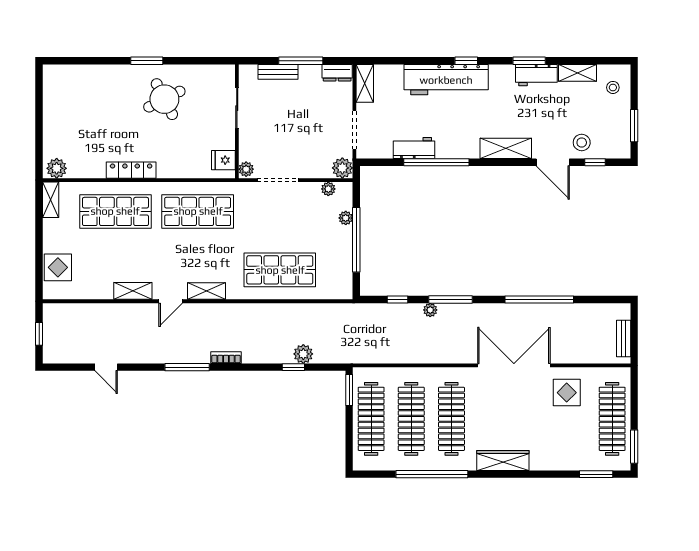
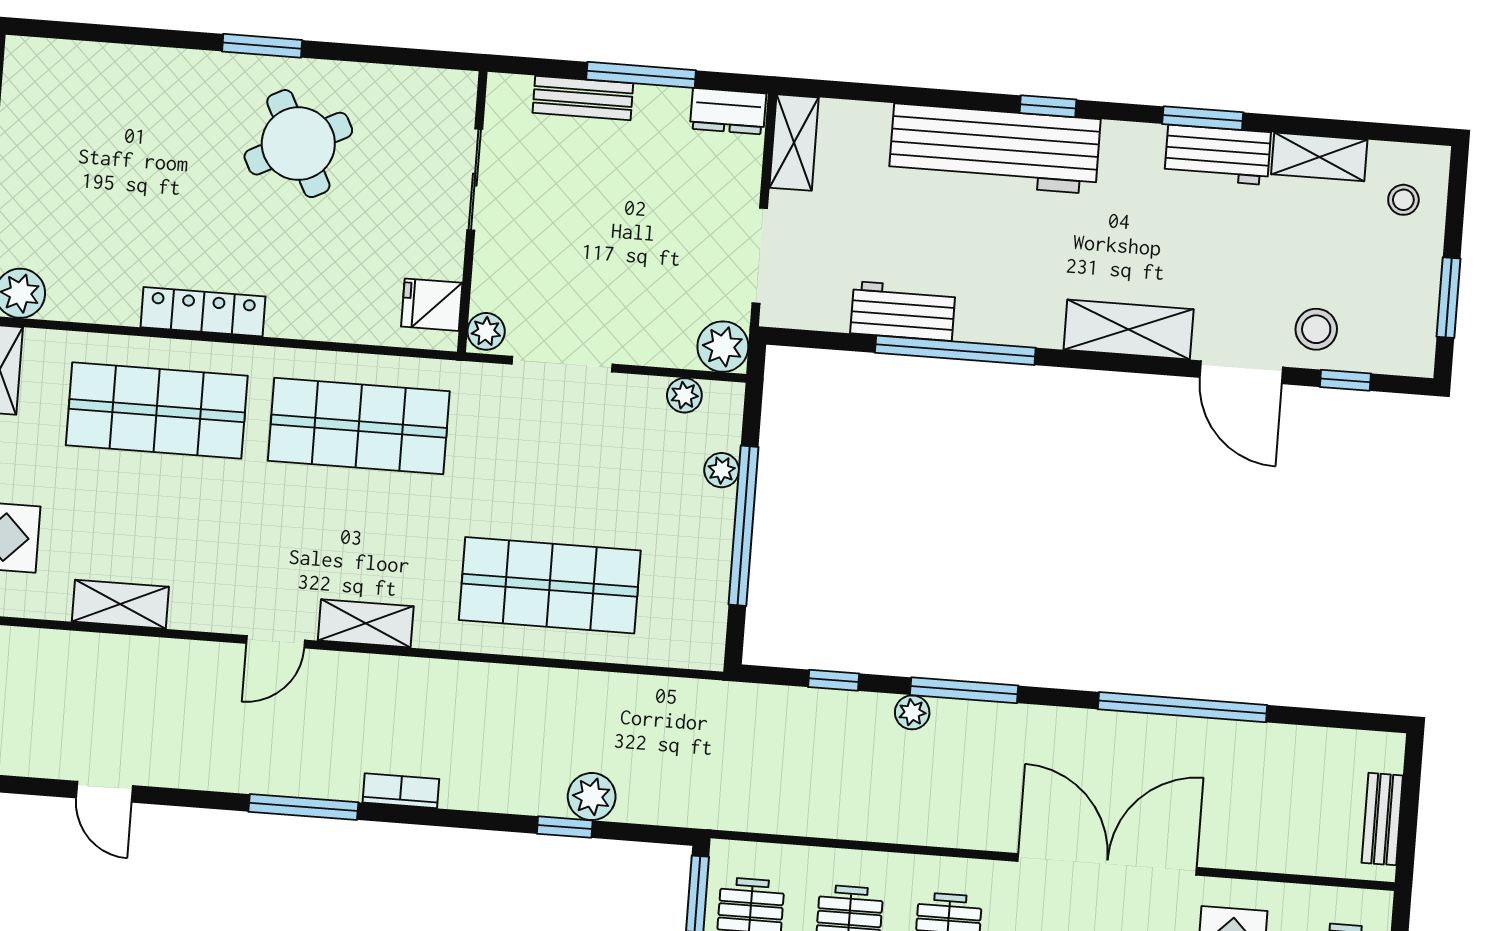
shelving: (133, 291) -> (120, 604), moved

